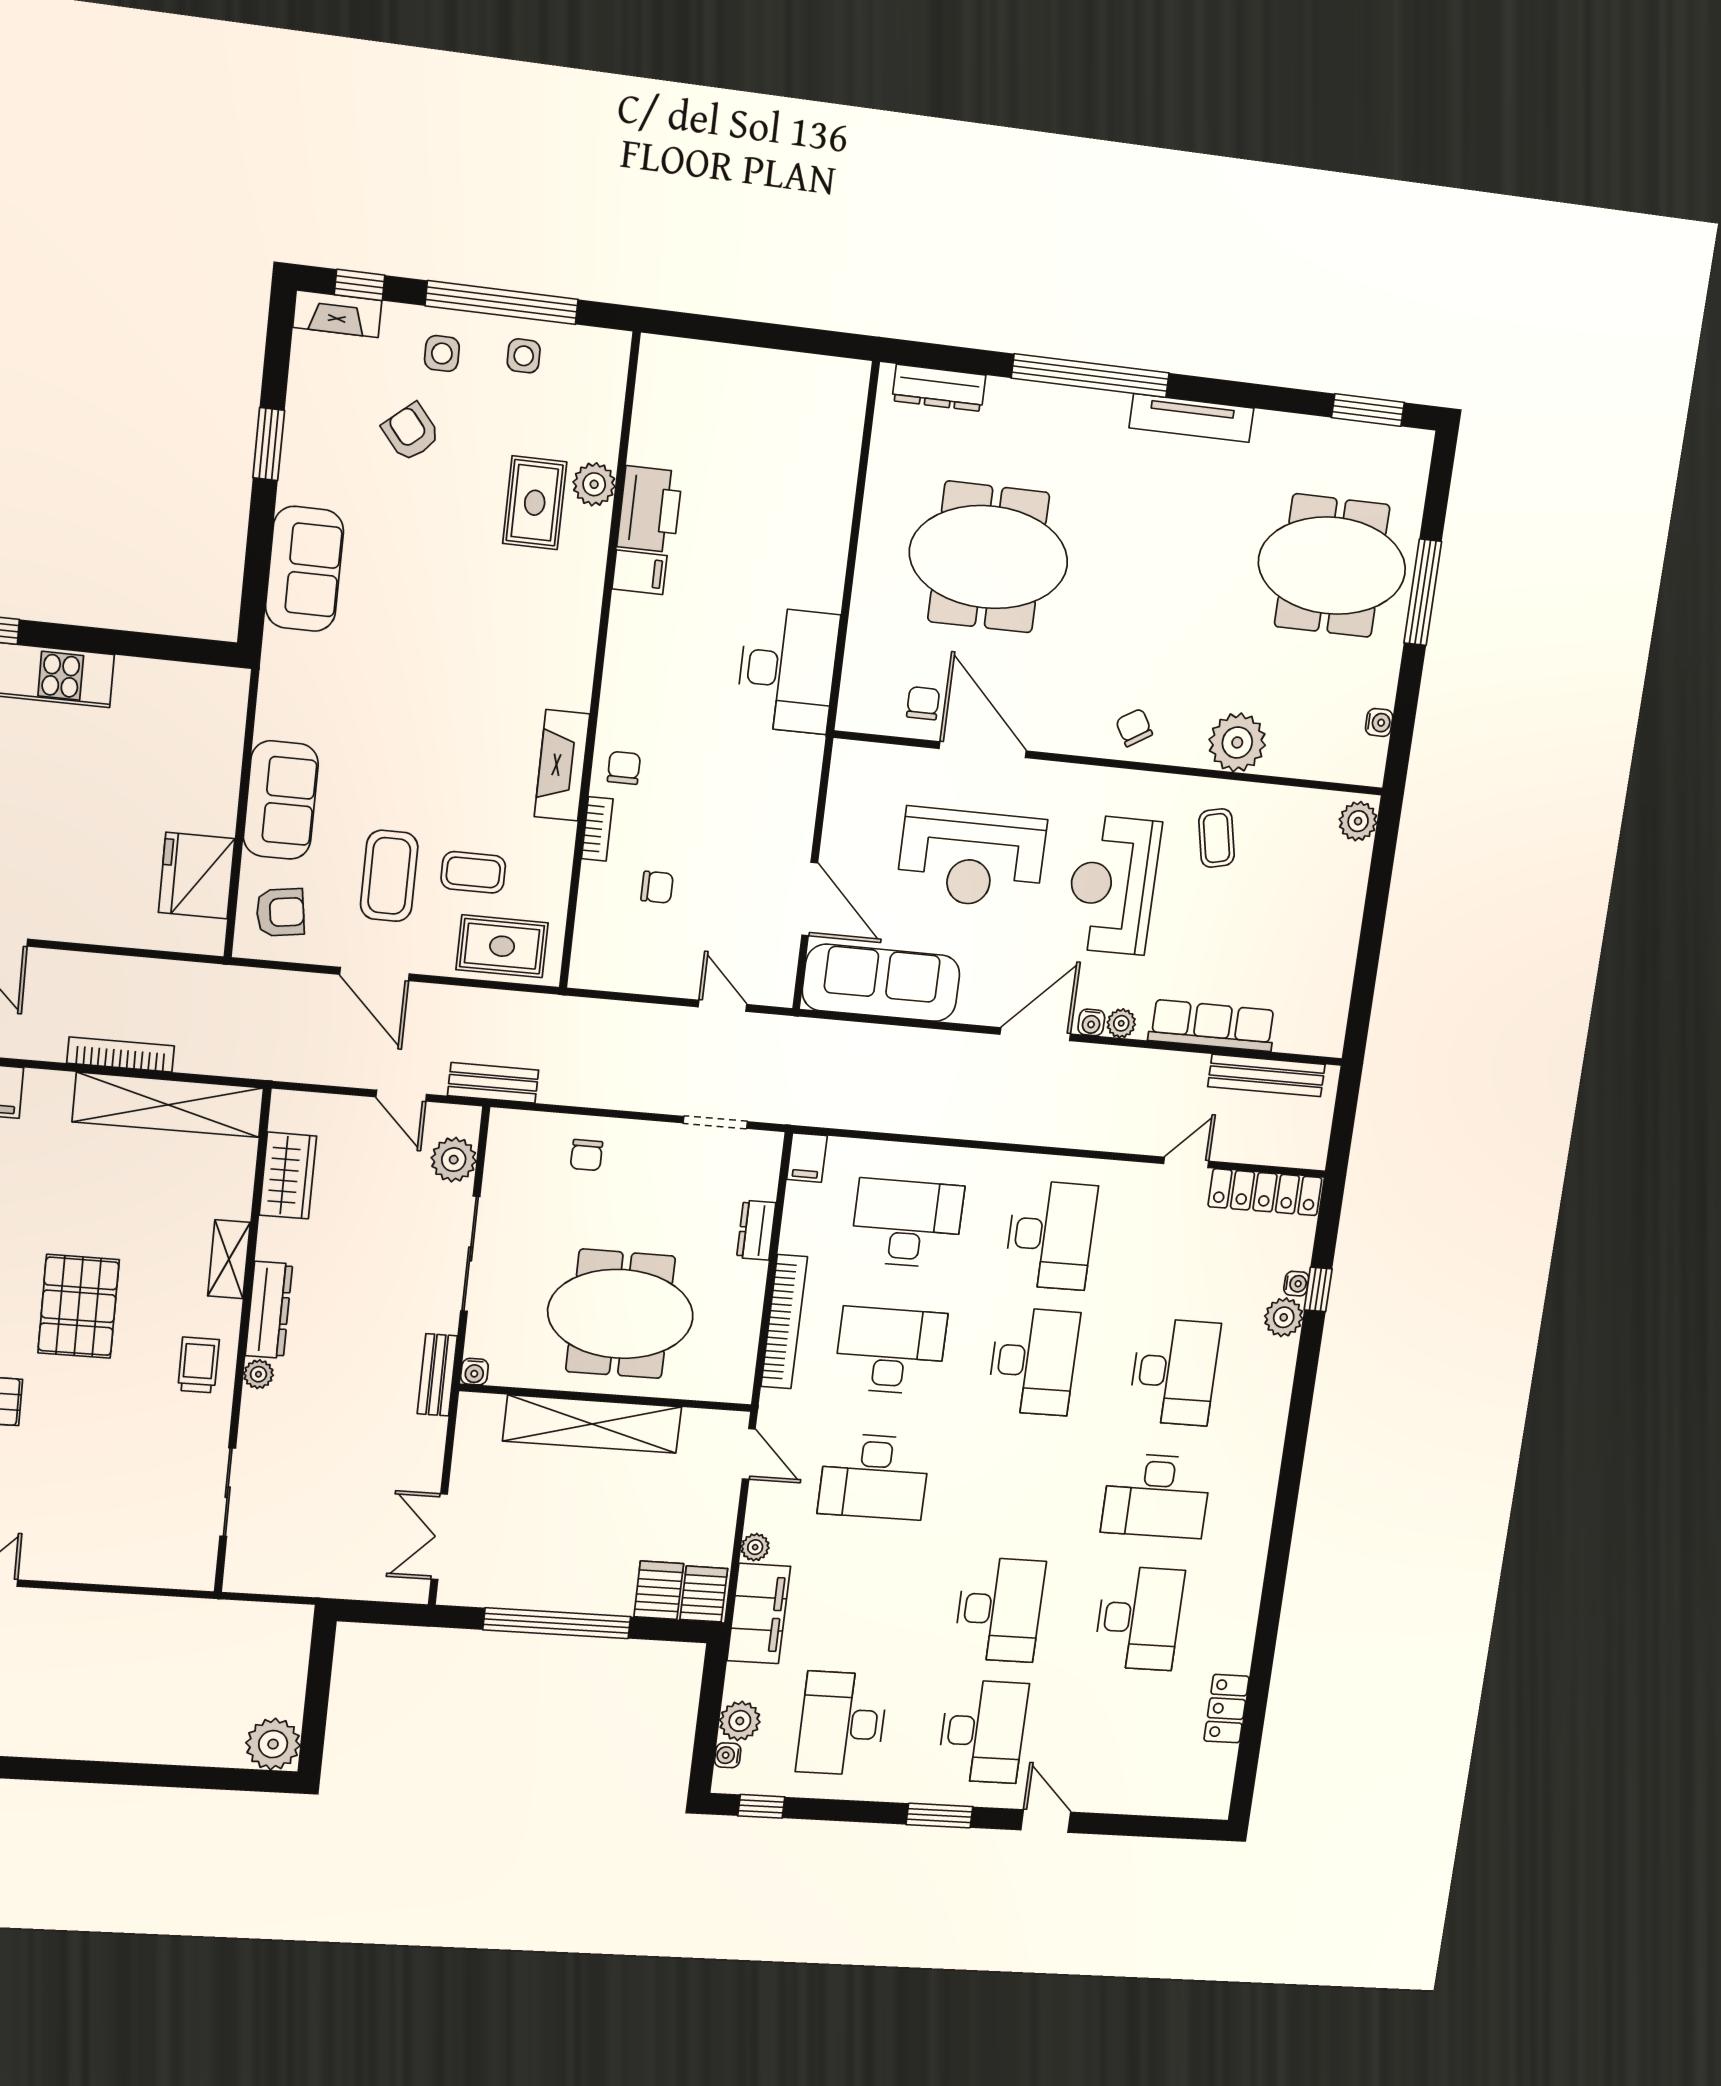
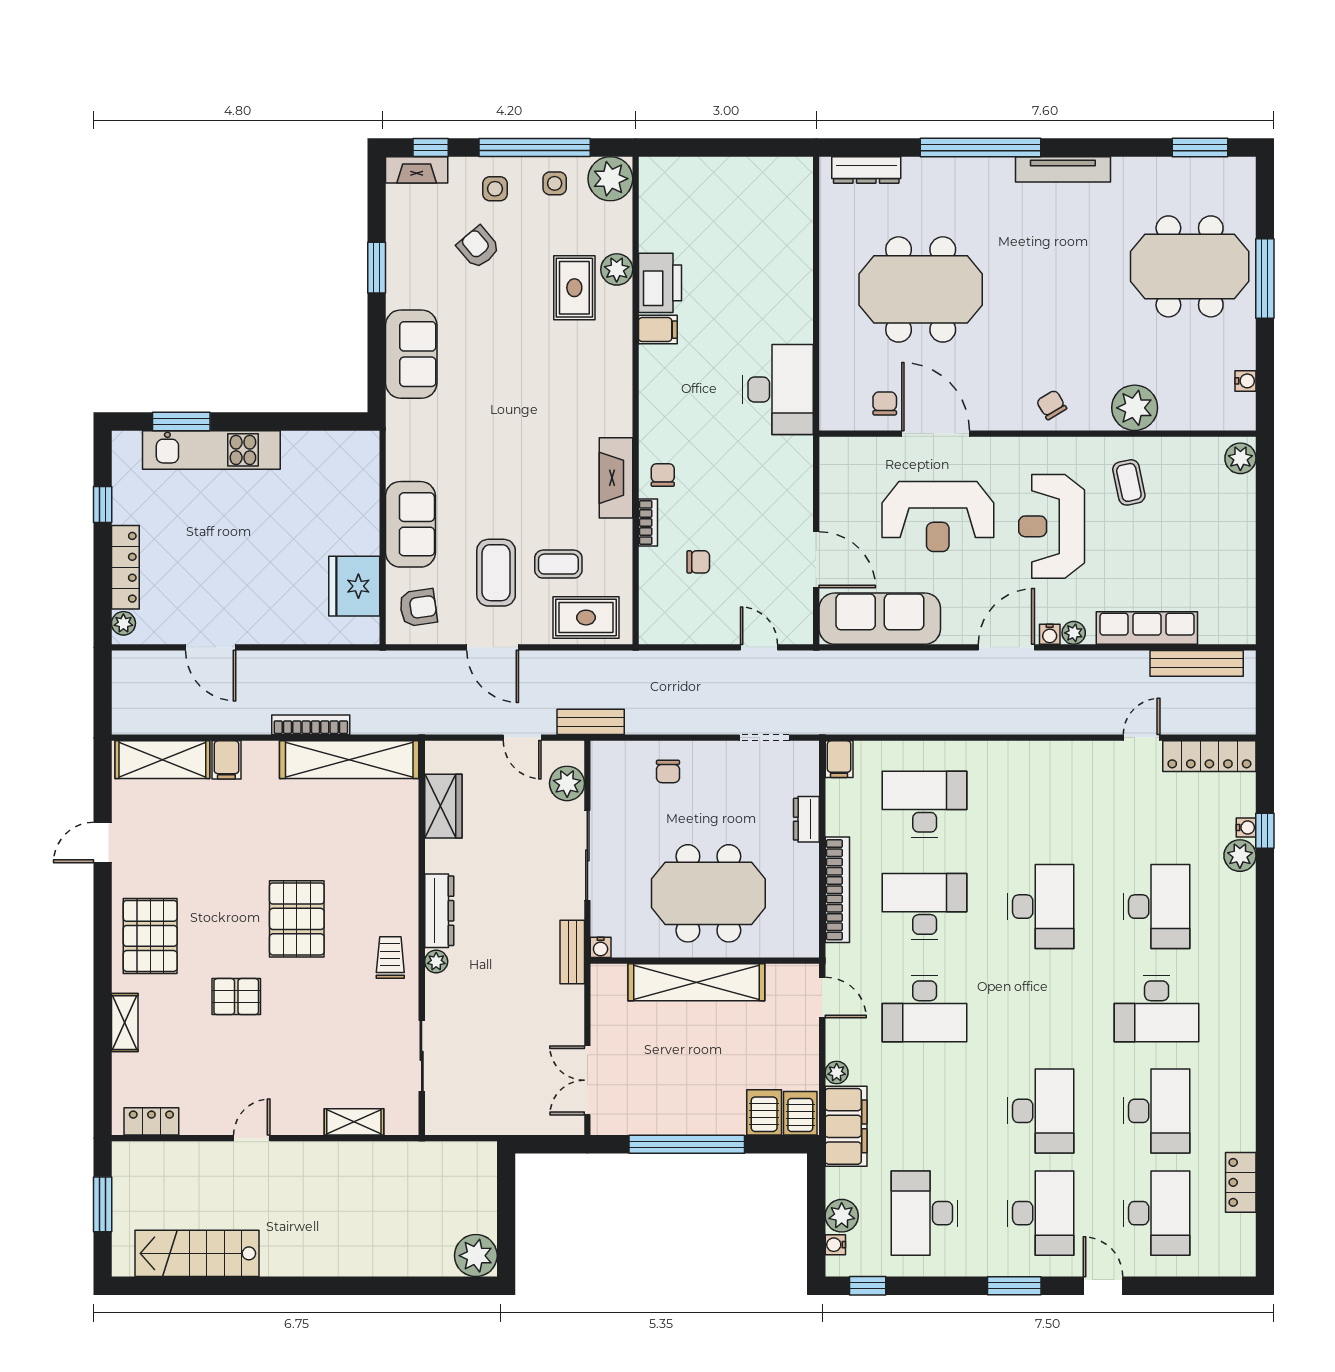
plant: (599, 359) -> (610, 179), added
desk: (1051, 1235) -> (1157, 1213), moved
shelving: (229, 1259) -> (354, 1122), moved, turned 90

